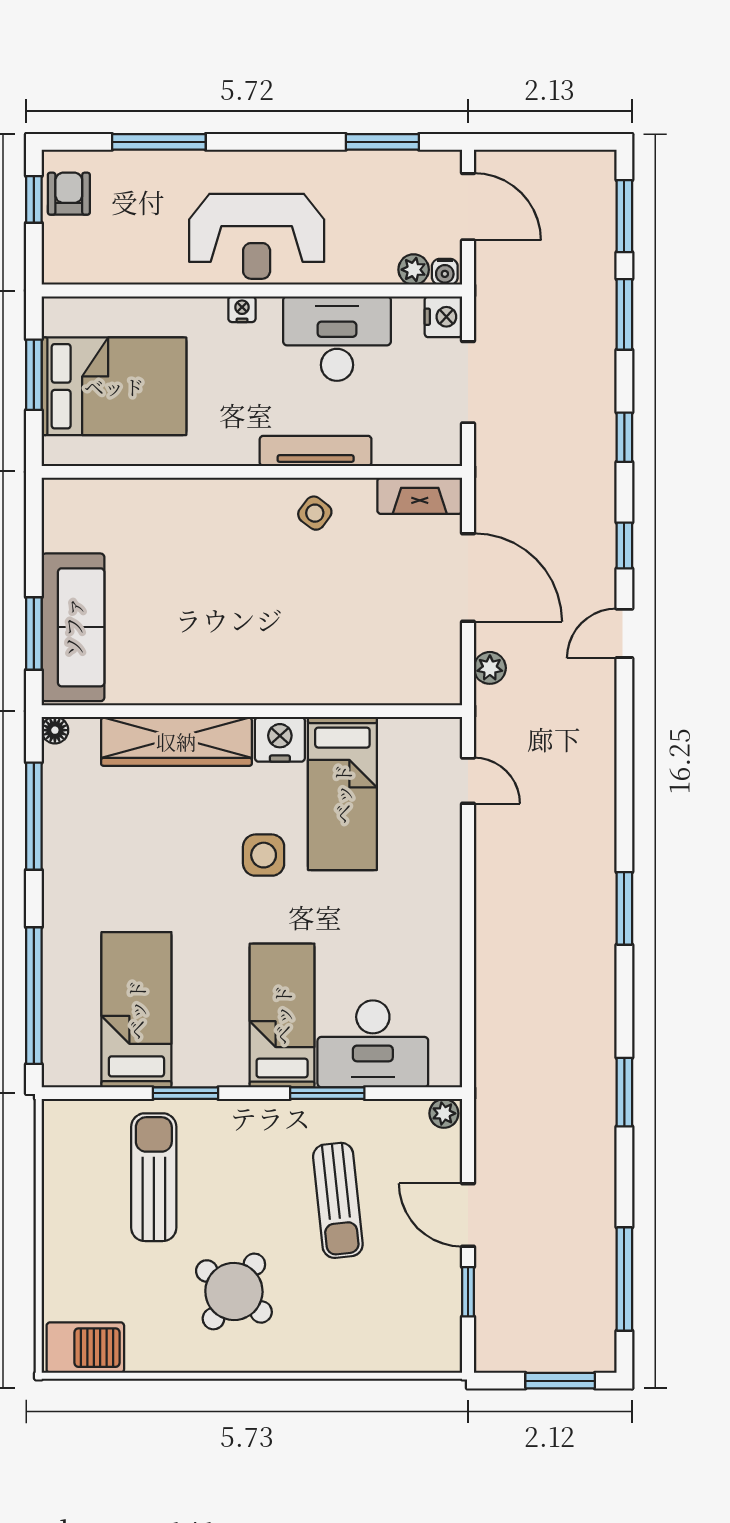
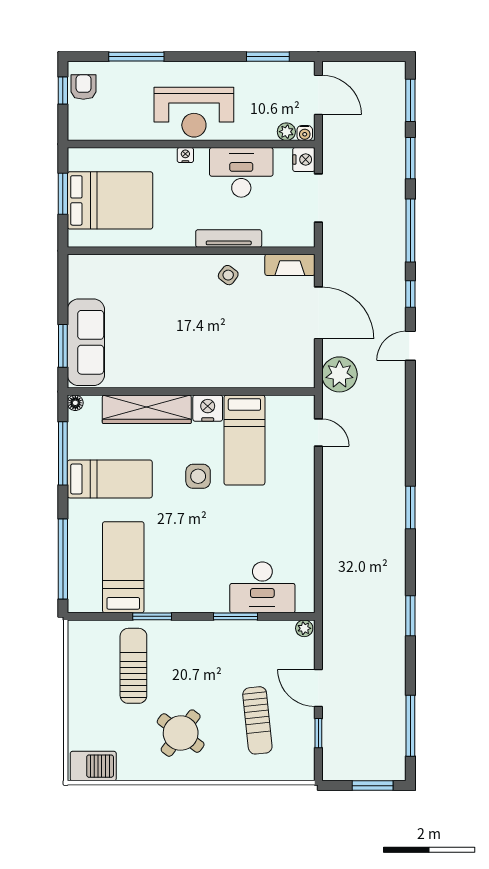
window: (624, 437) -> (410, 230), width x2.17
plant: (490, 668) -> (339, 374), width x1.88, depth x1.88
bed: (282, 1015) -> (110, 479), moved, turned 90
sun lounger: (338, 1200) -> (257, 720), moved

